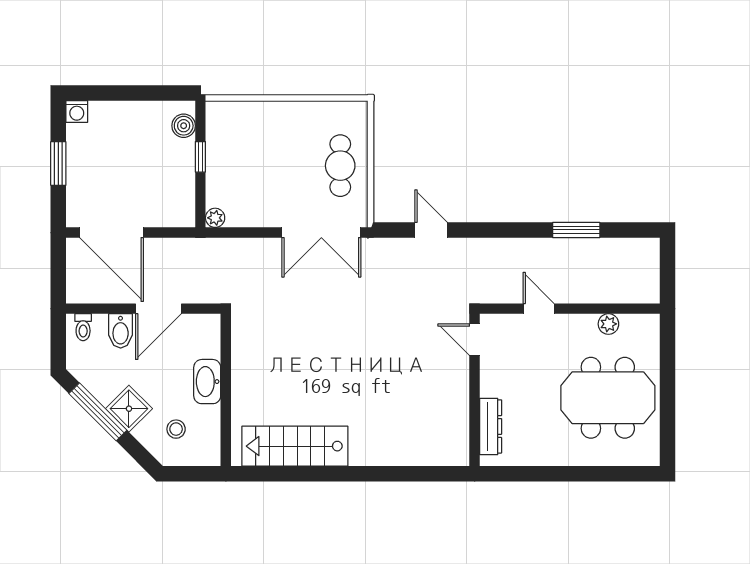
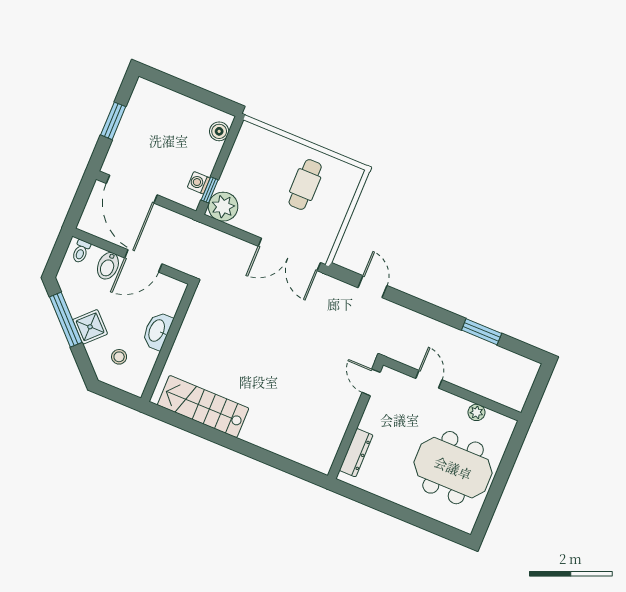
washing machine: (77, 111) -> (199, 183), moved, turned 90
window: (200, 157) -> (210, 190), moved
cafe table: (340, 166) -> (305, 185), moved
plant: (215, 218) -> (223, 207), width x1.88, depth x1.88

